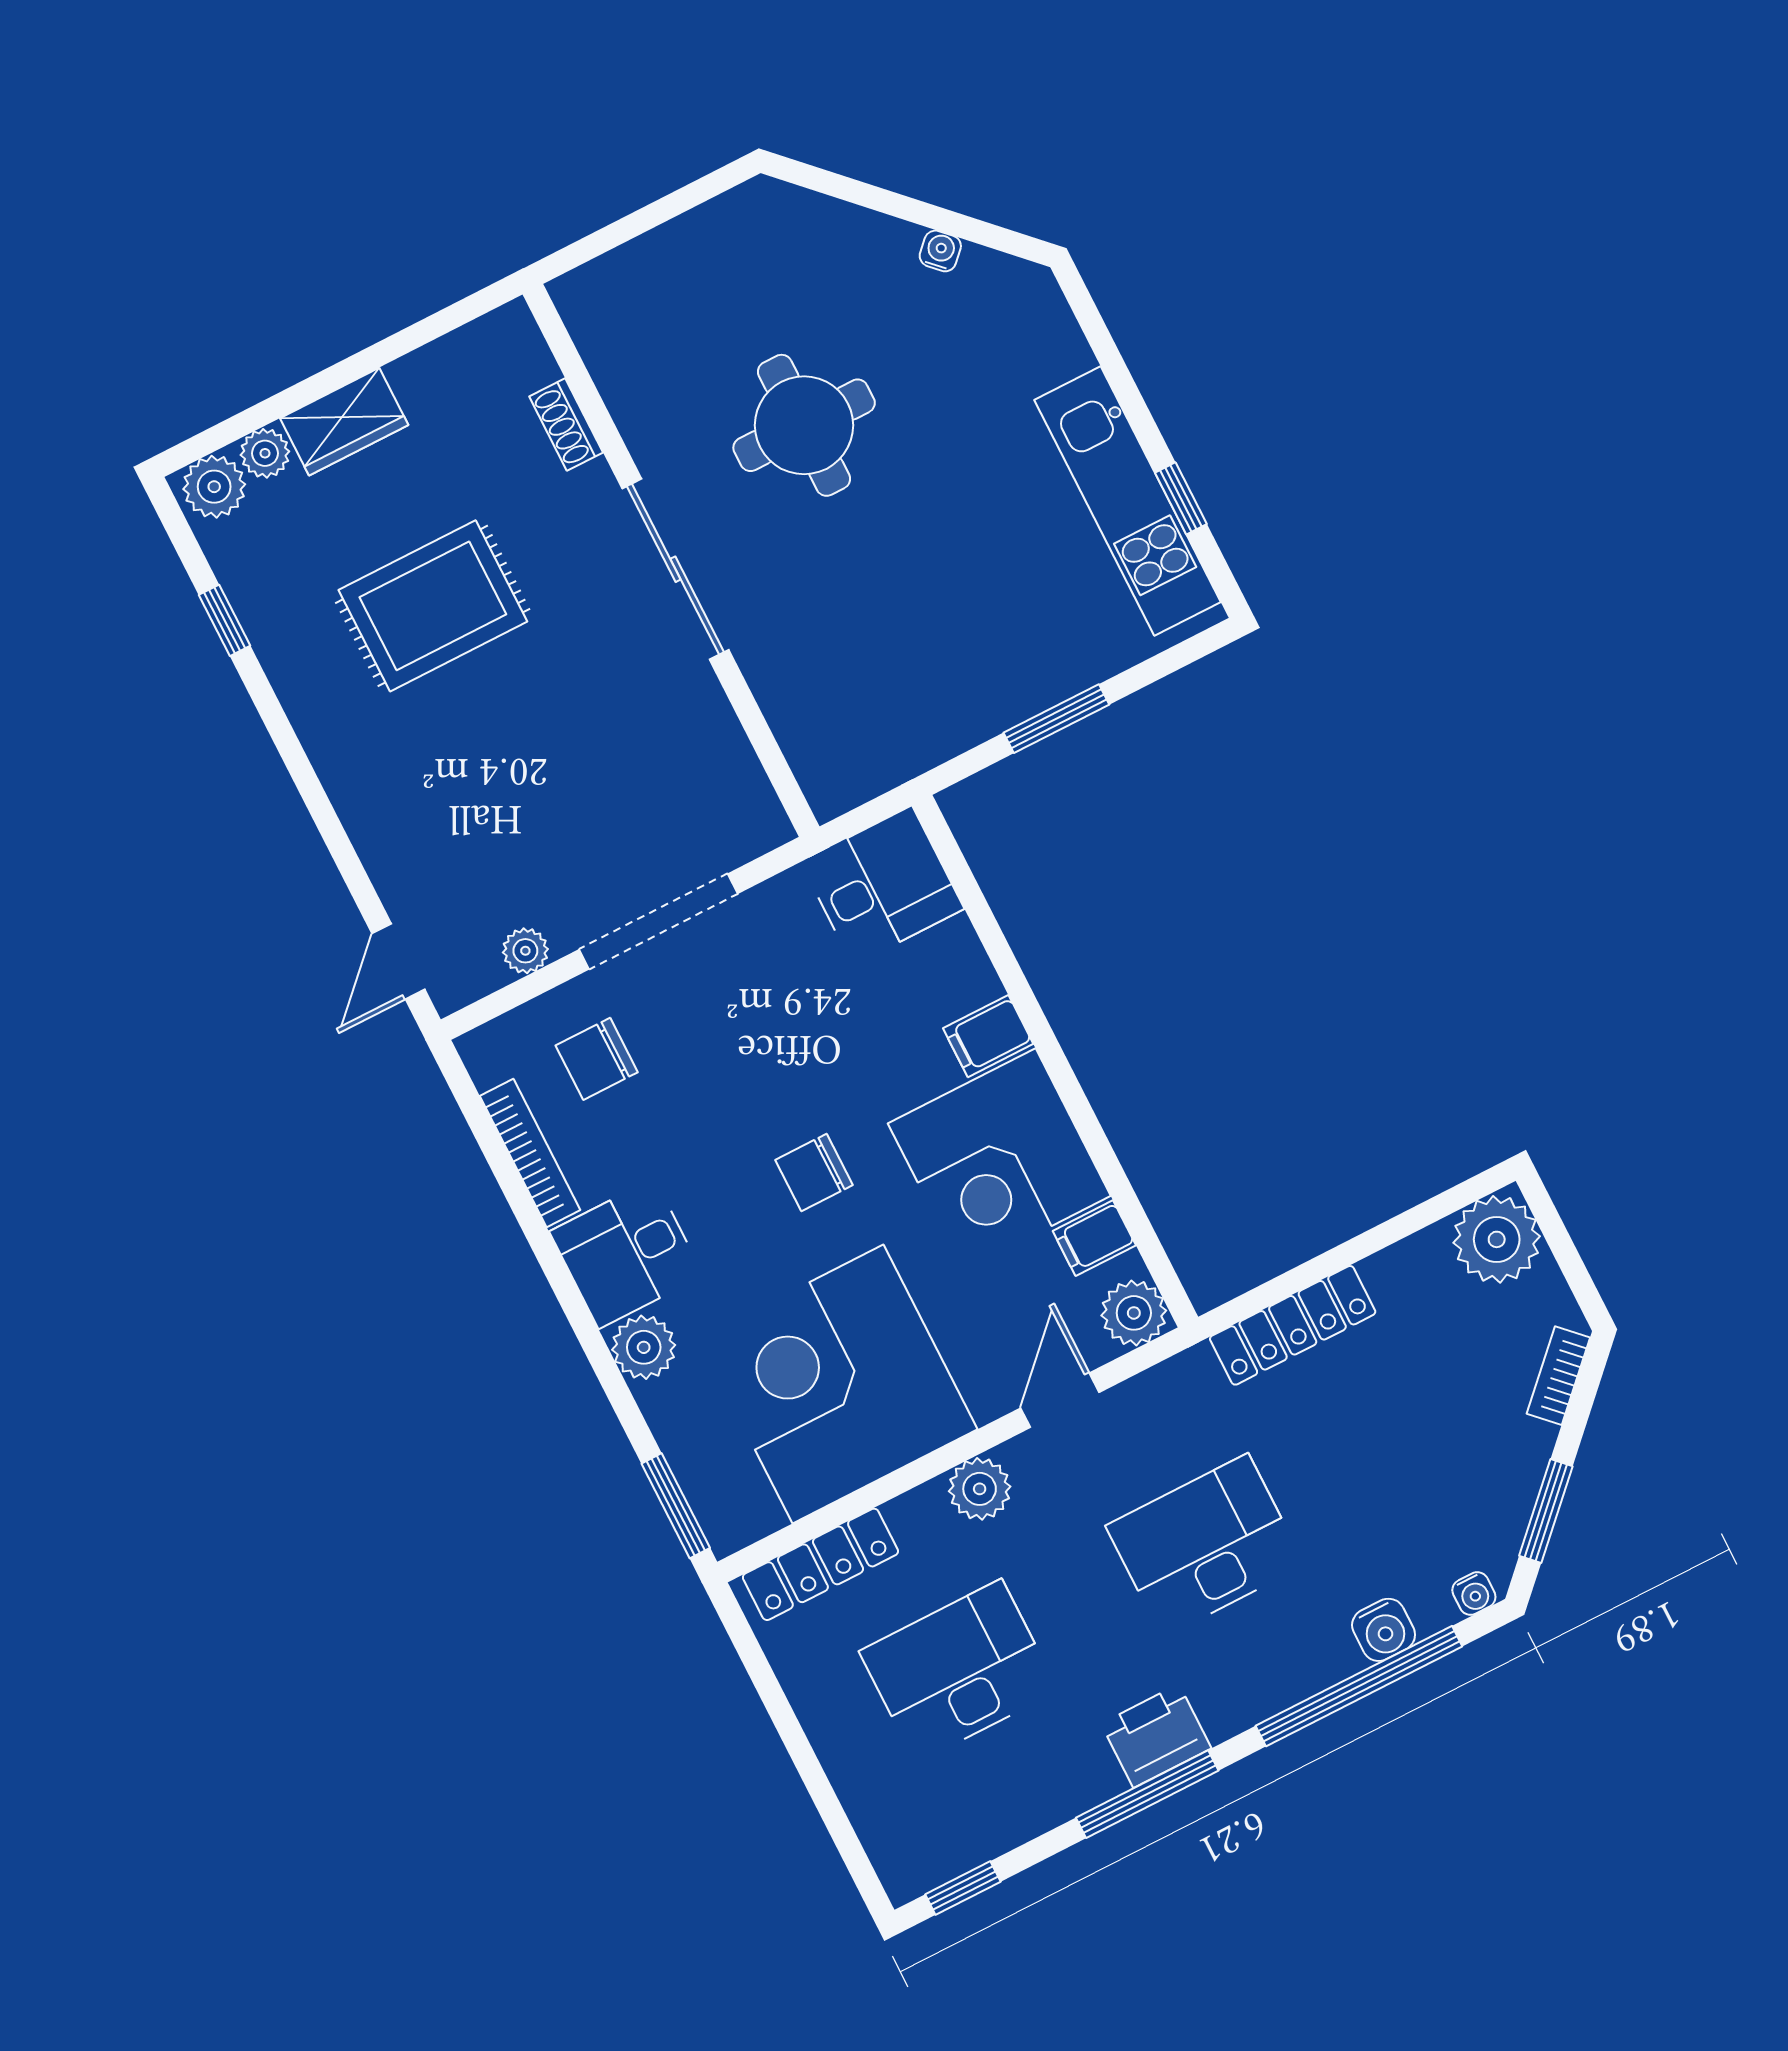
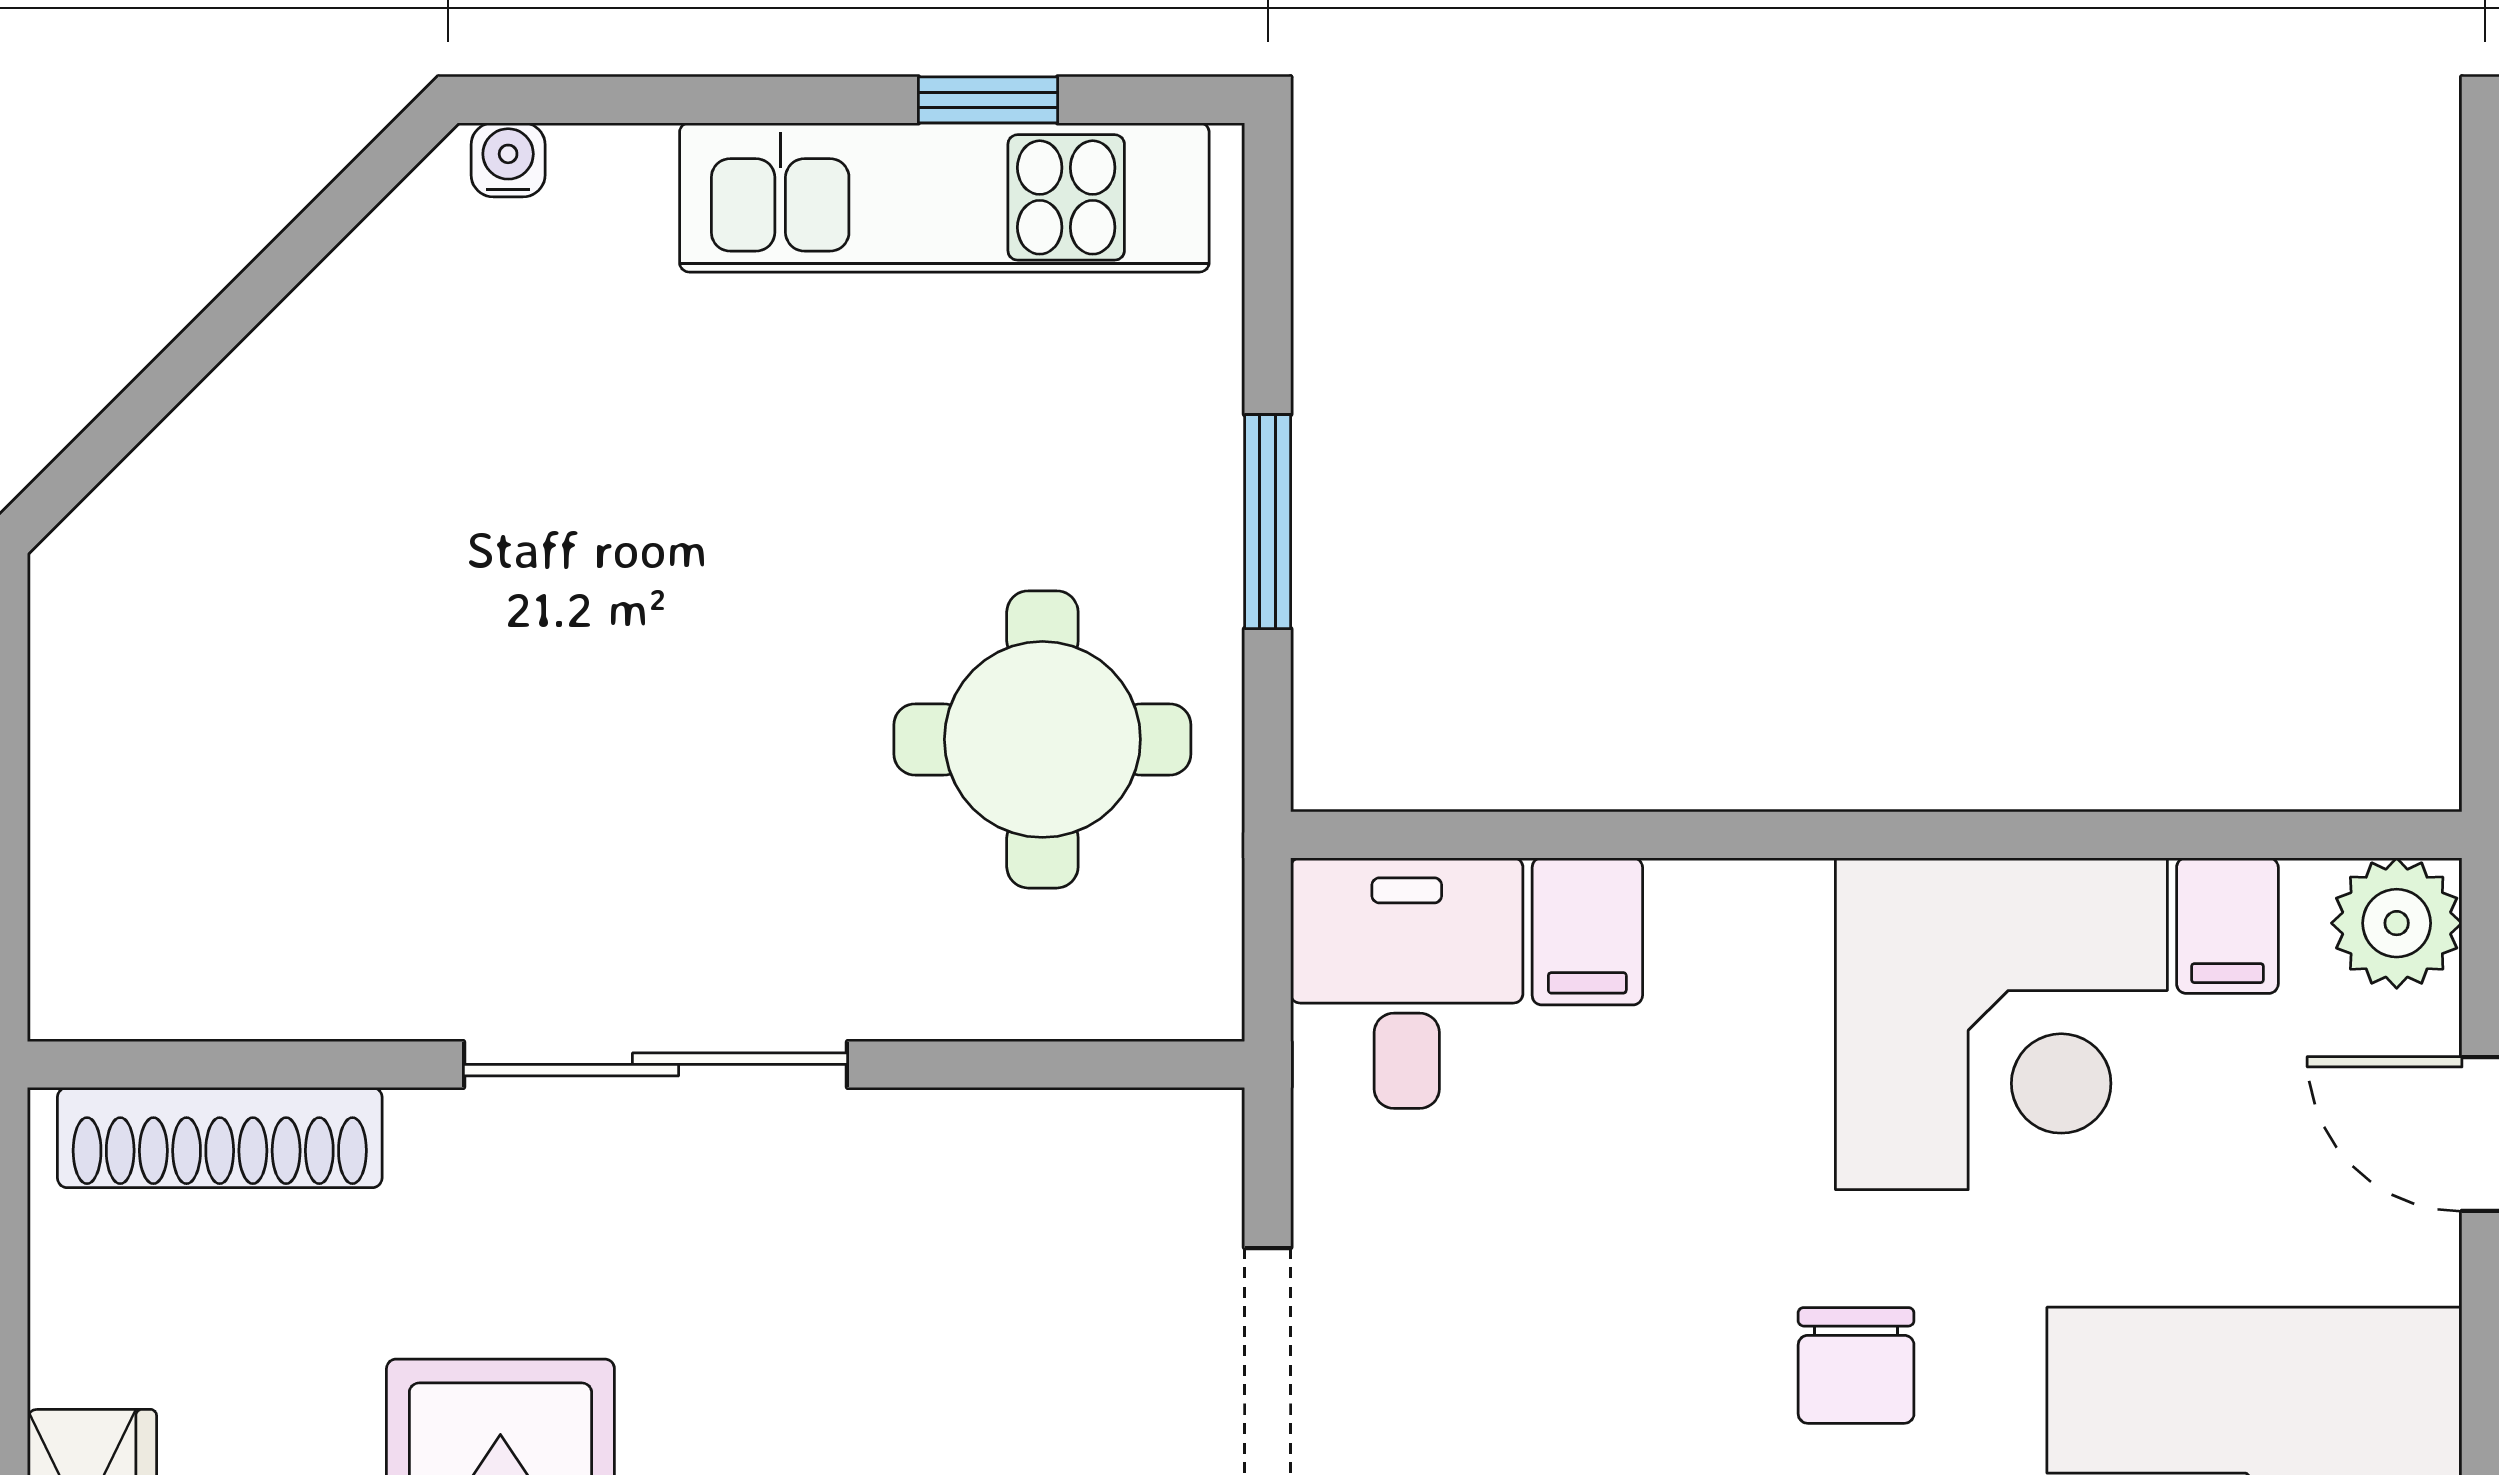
water cooler: (940, 251) -> (508, 160), moved, turned 45
shoe rack: (566, 424) -> (220, 1138), width x1.94, depth x1.24
round table: (804, 425) -> (1042, 739), moved
filing cabinet: (988, 1036) -> (1587, 931), moved

